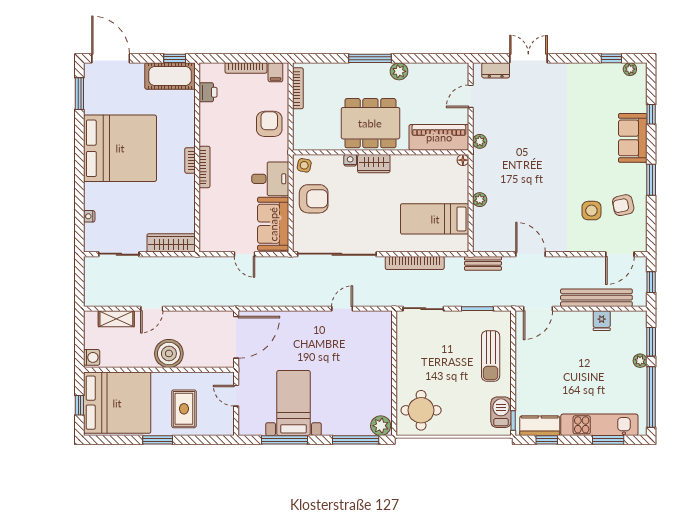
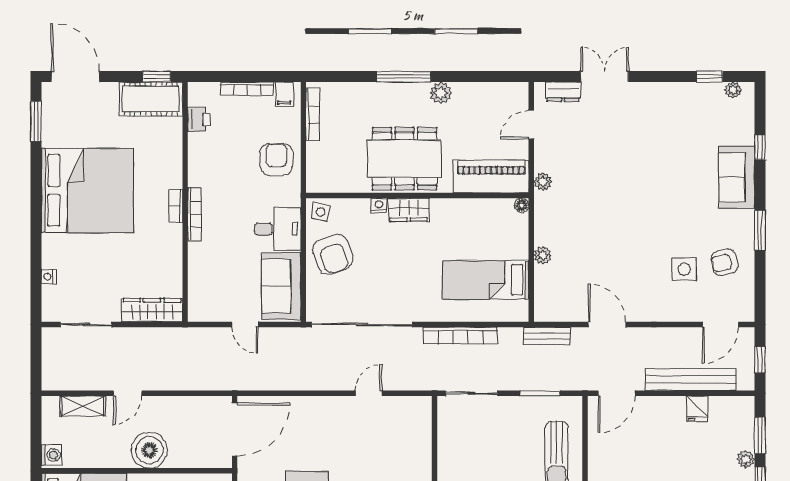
armchair: (314, 199) -> (333, 254), turned 71

